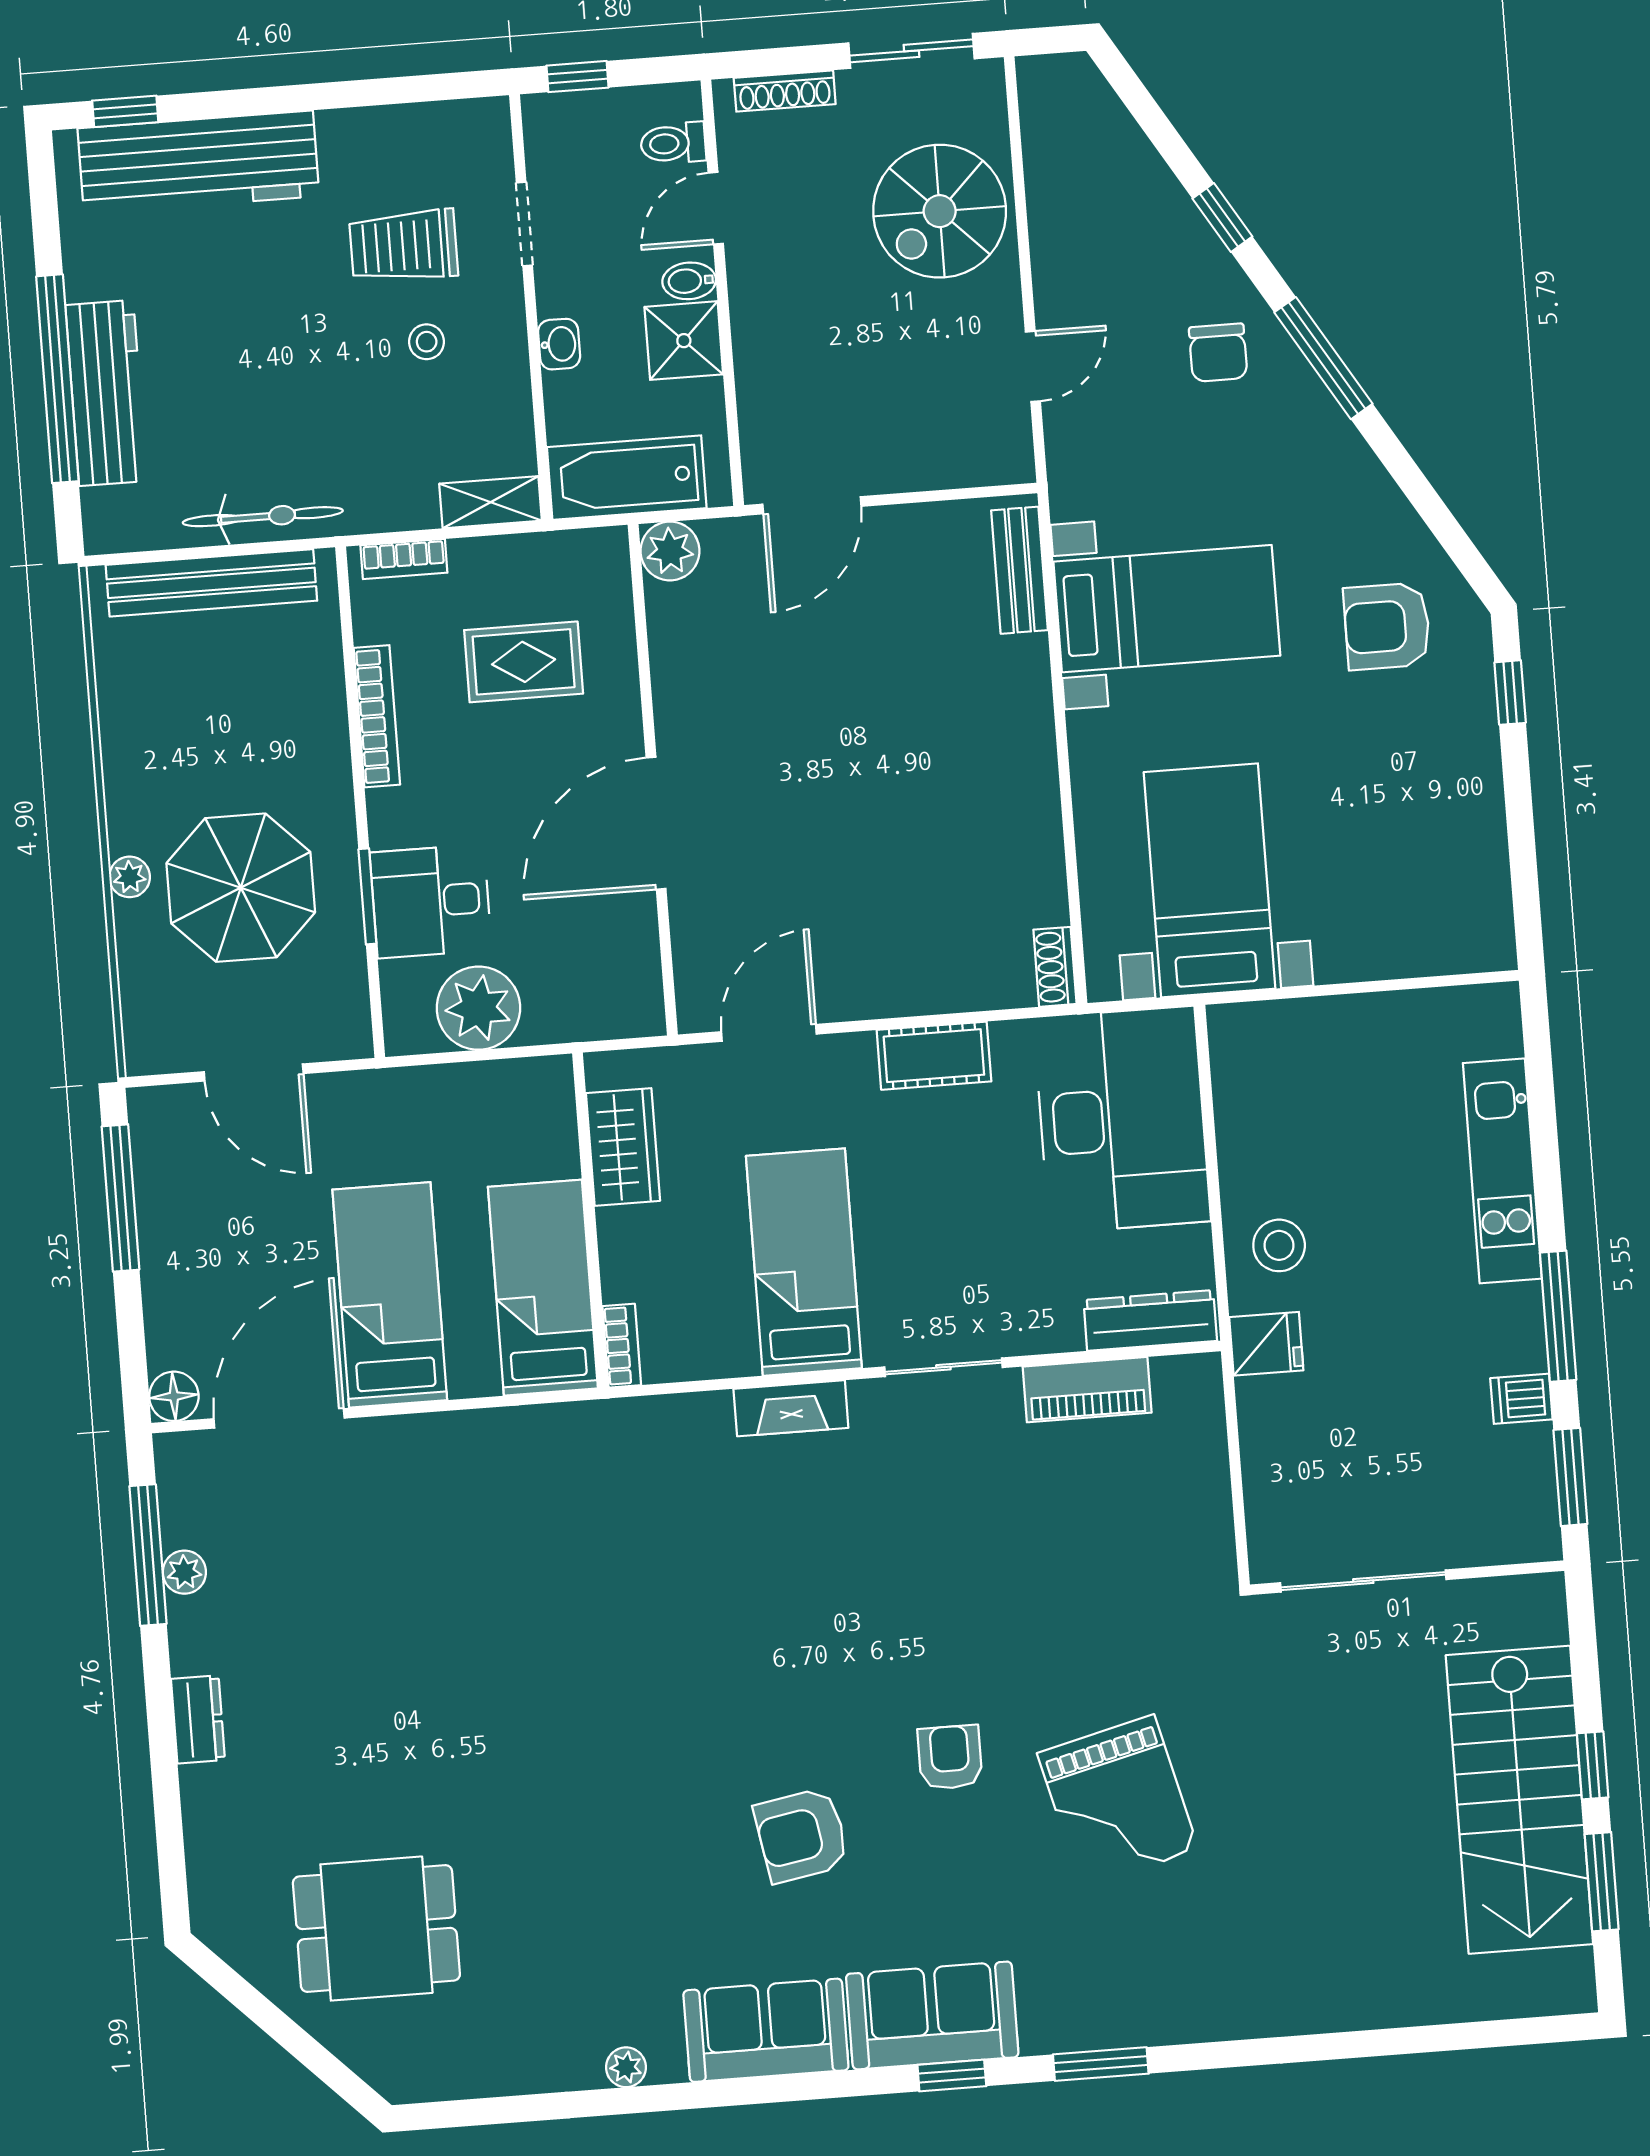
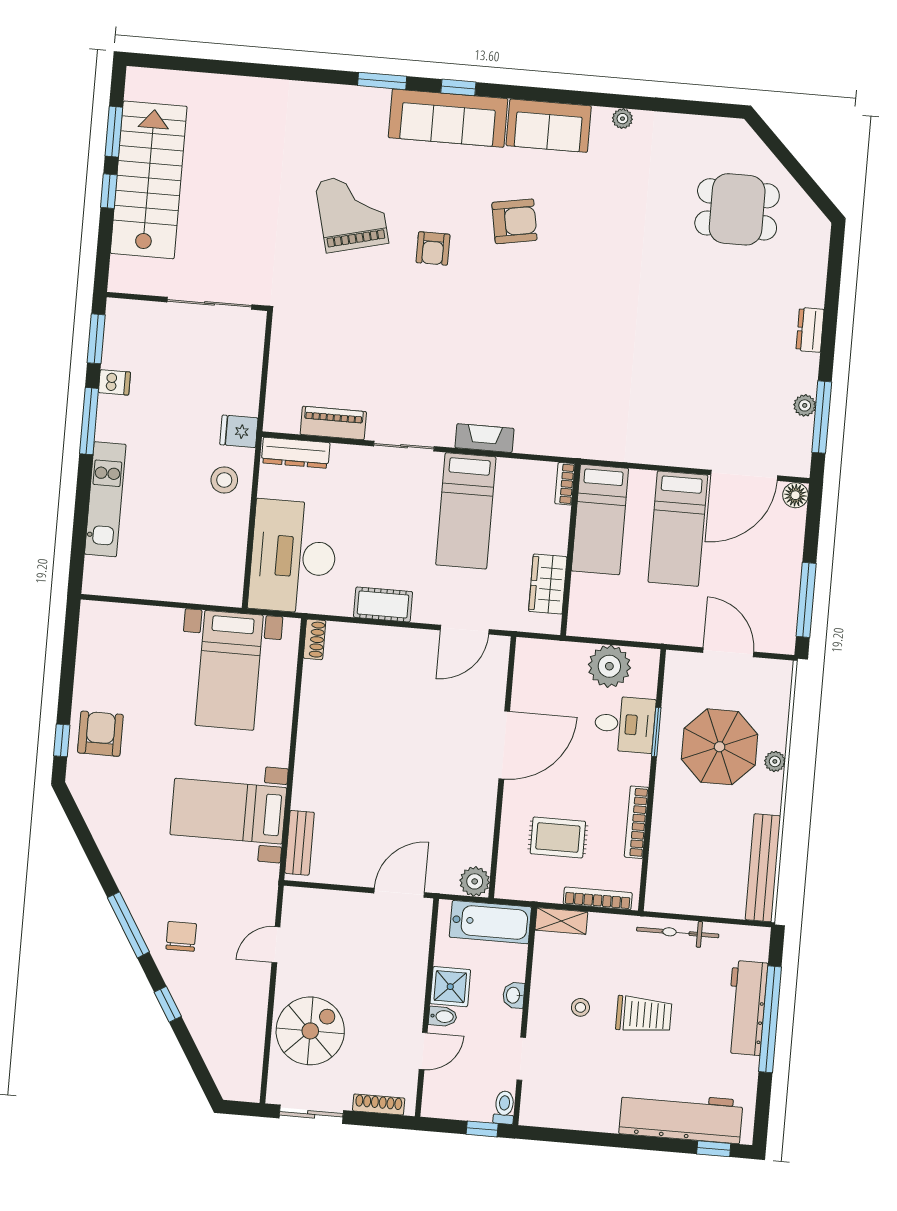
toilet: (673, 143) -> (504, 1107), moved, turned -90
trolley: (404, 246) -> (644, 1015), moved
bookcase: (404, 559) -> (598, 898), width x1.56
bench: (211, 583) -> (763, 868), moved, turned 90
armchair: (1387, 626) -> (100, 734), moved, turned -90
sofa: (932, 2015) -> (448, 118), width x1.36

